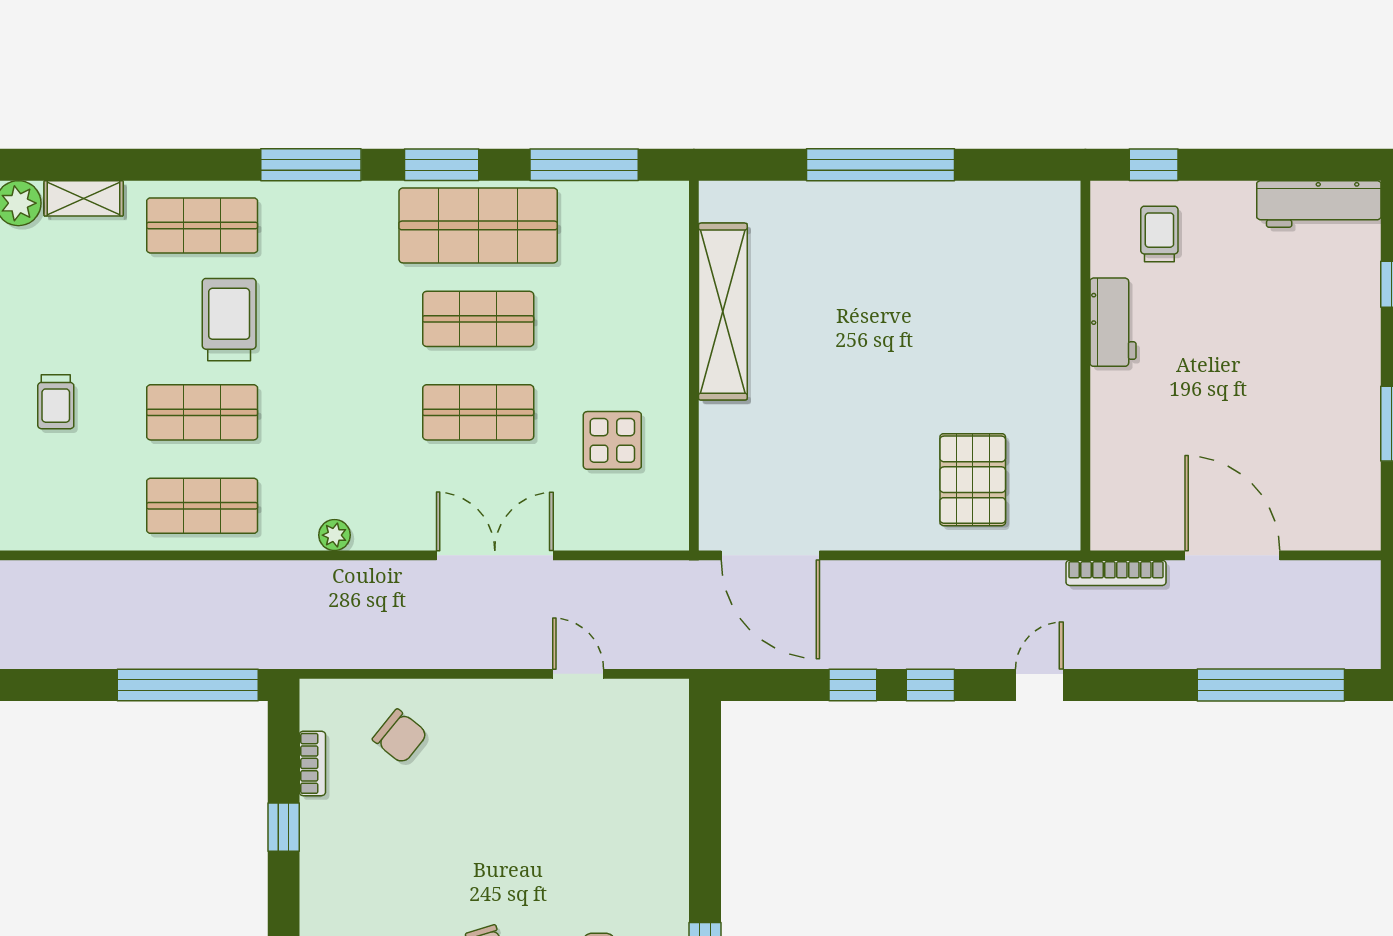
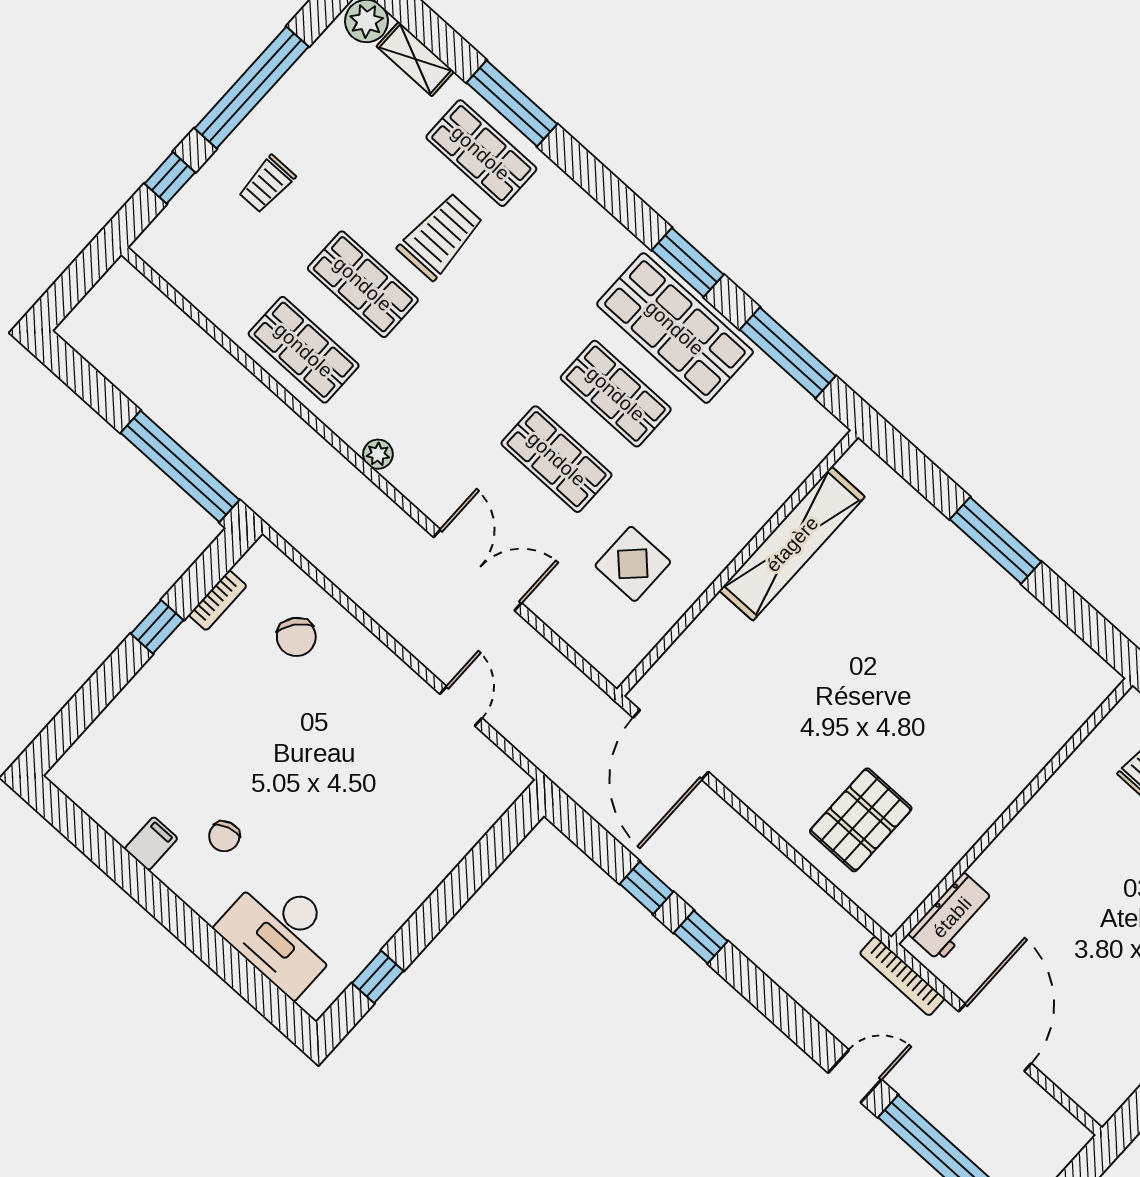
window: (311, 165) -> (512, 103), moved
window: (880, 165) -> (996, 540), width x0.68
workbench: (1113, 322) -> (952, 917), moved
door: (1039, 685) -> (855, 1076), moved

